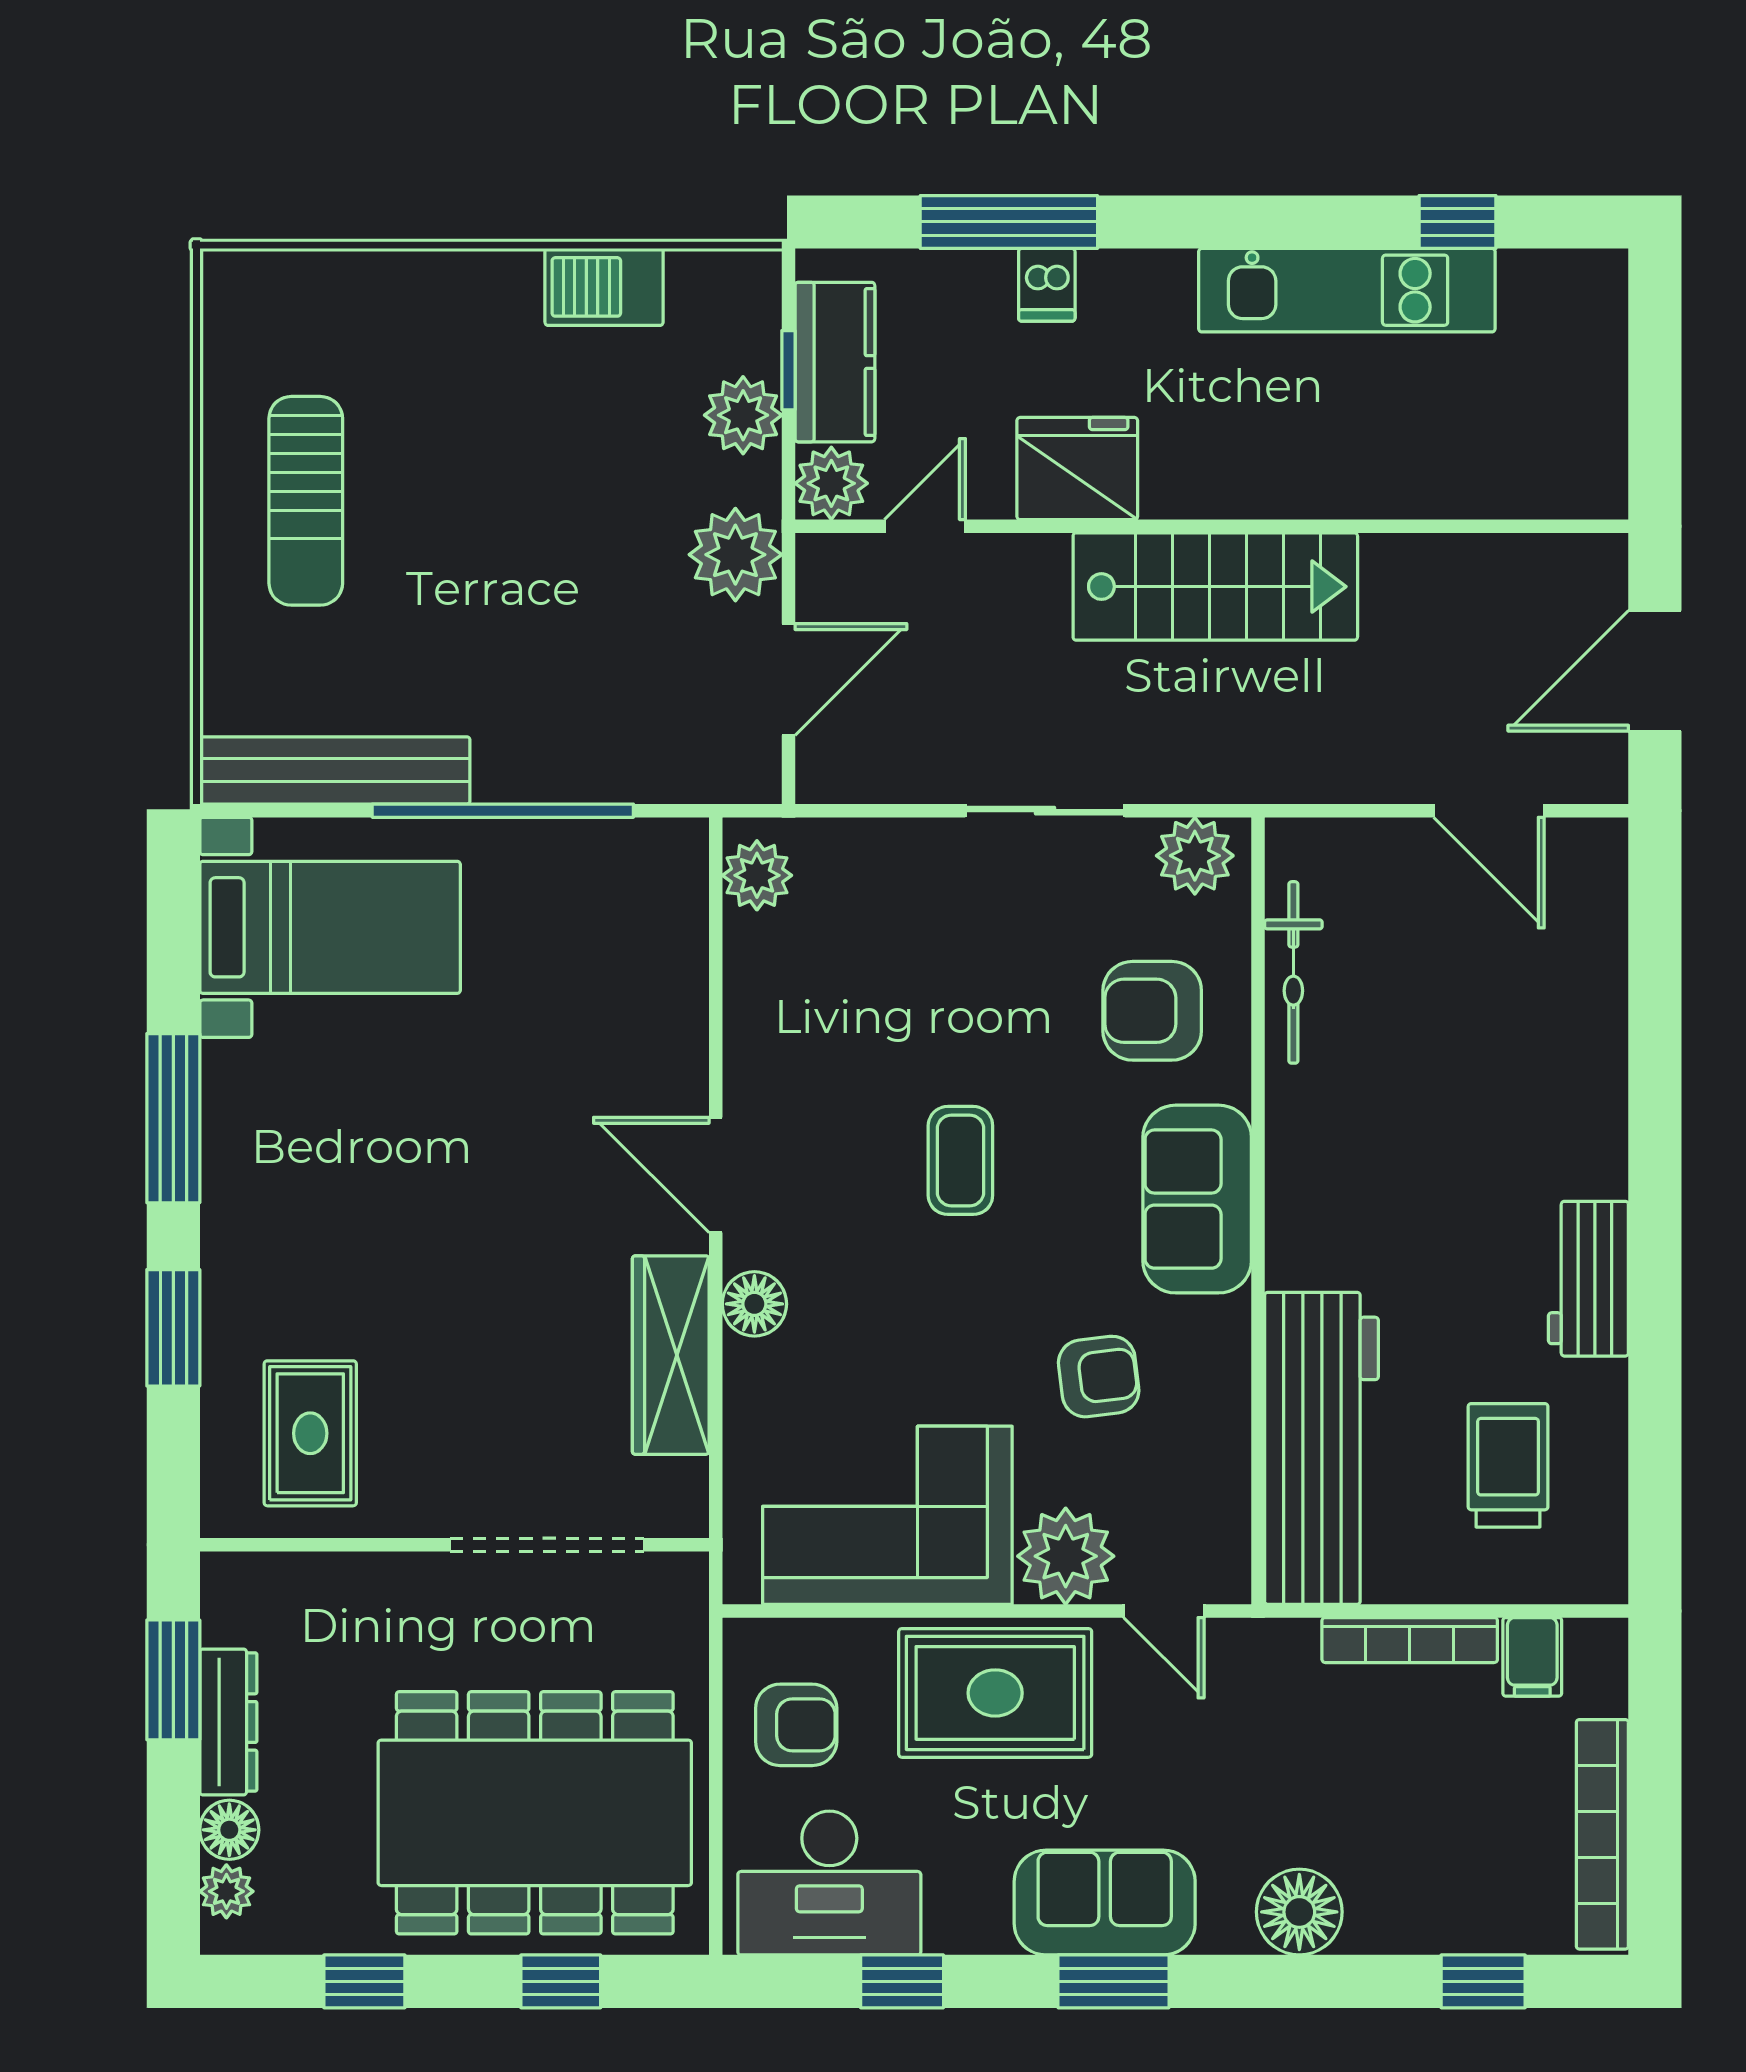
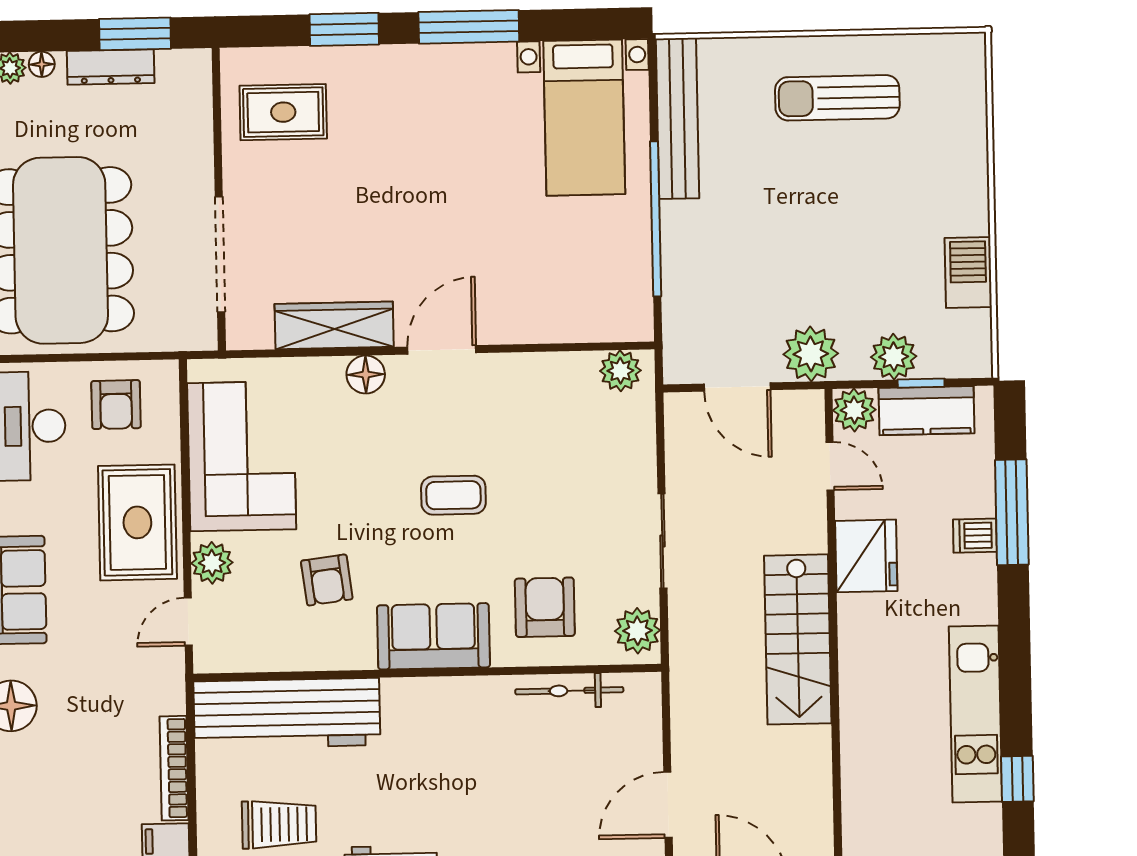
plant: (1066, 1556) -> (212, 563), width x0.73, depth x0.73
floor lamp: (229, 1830) -> (42, 64), width x0.73, depth x0.73

